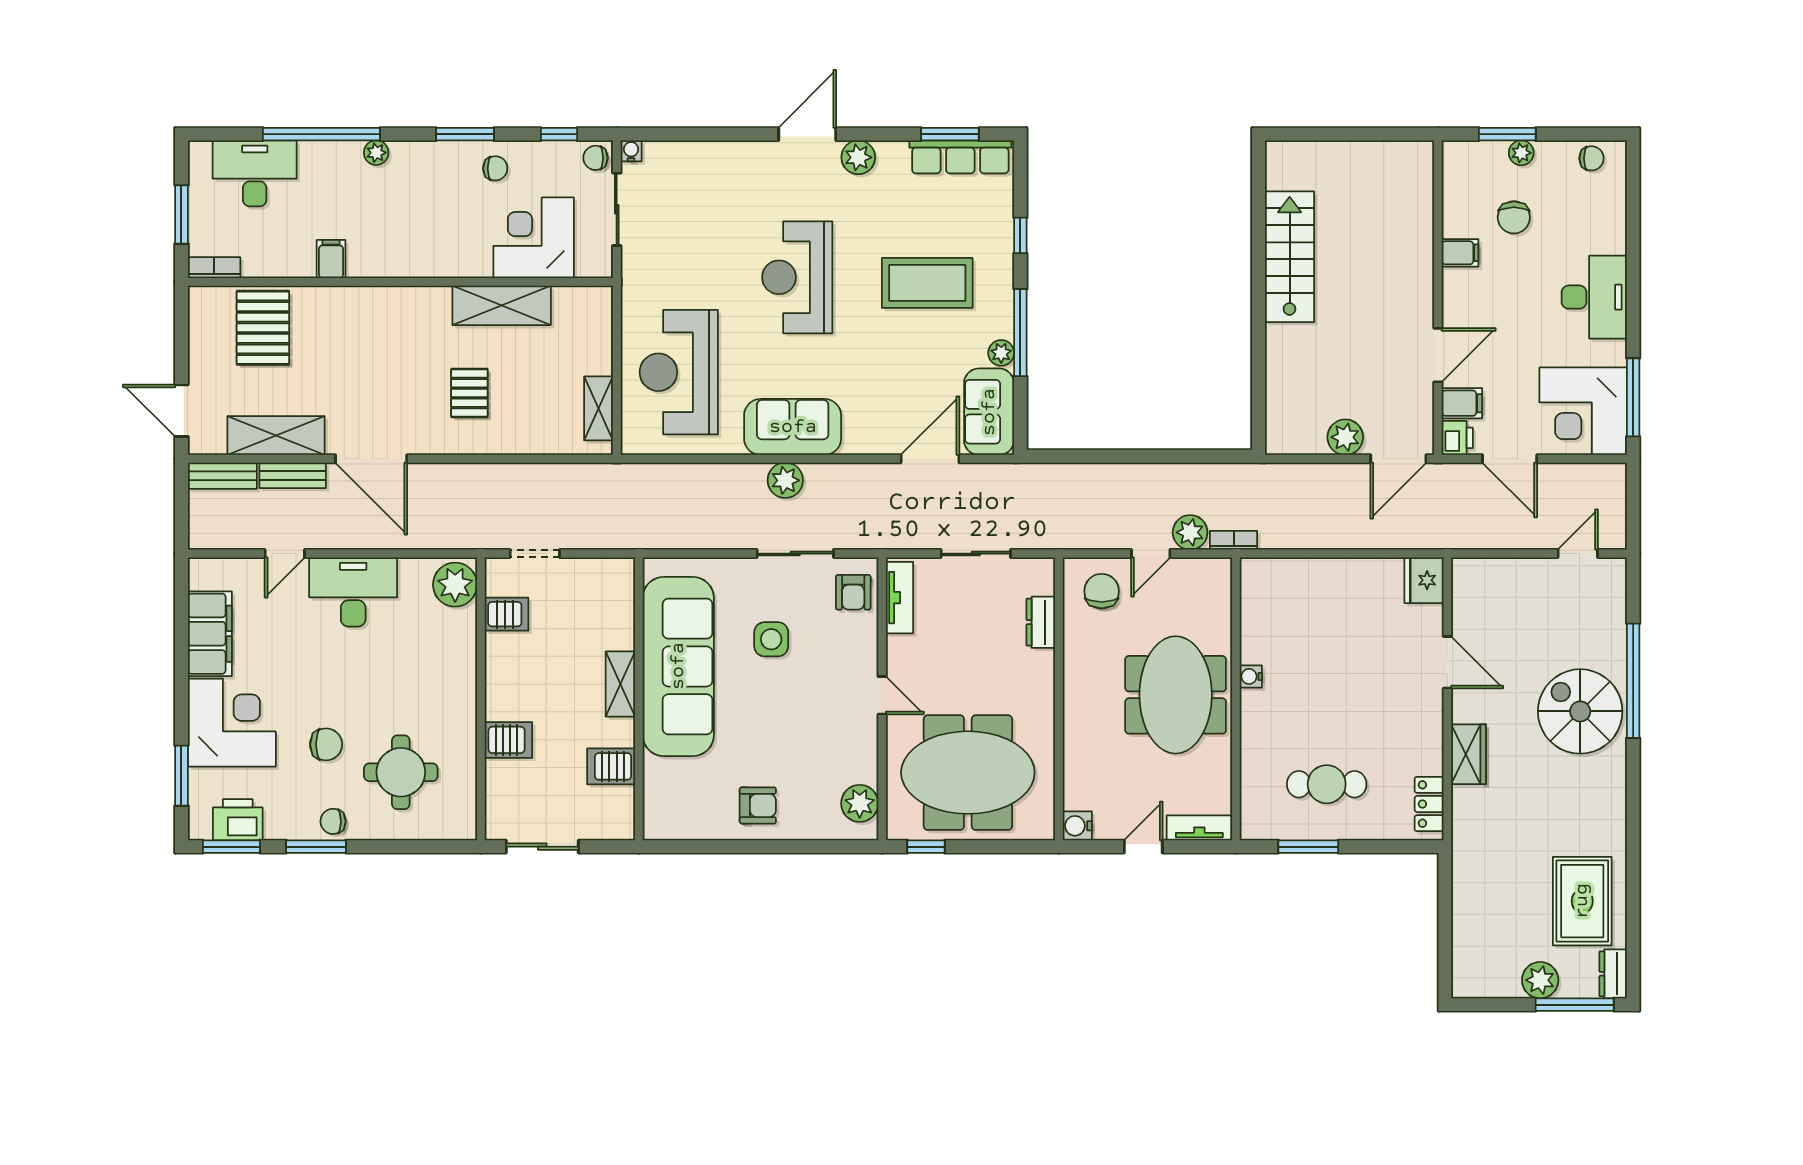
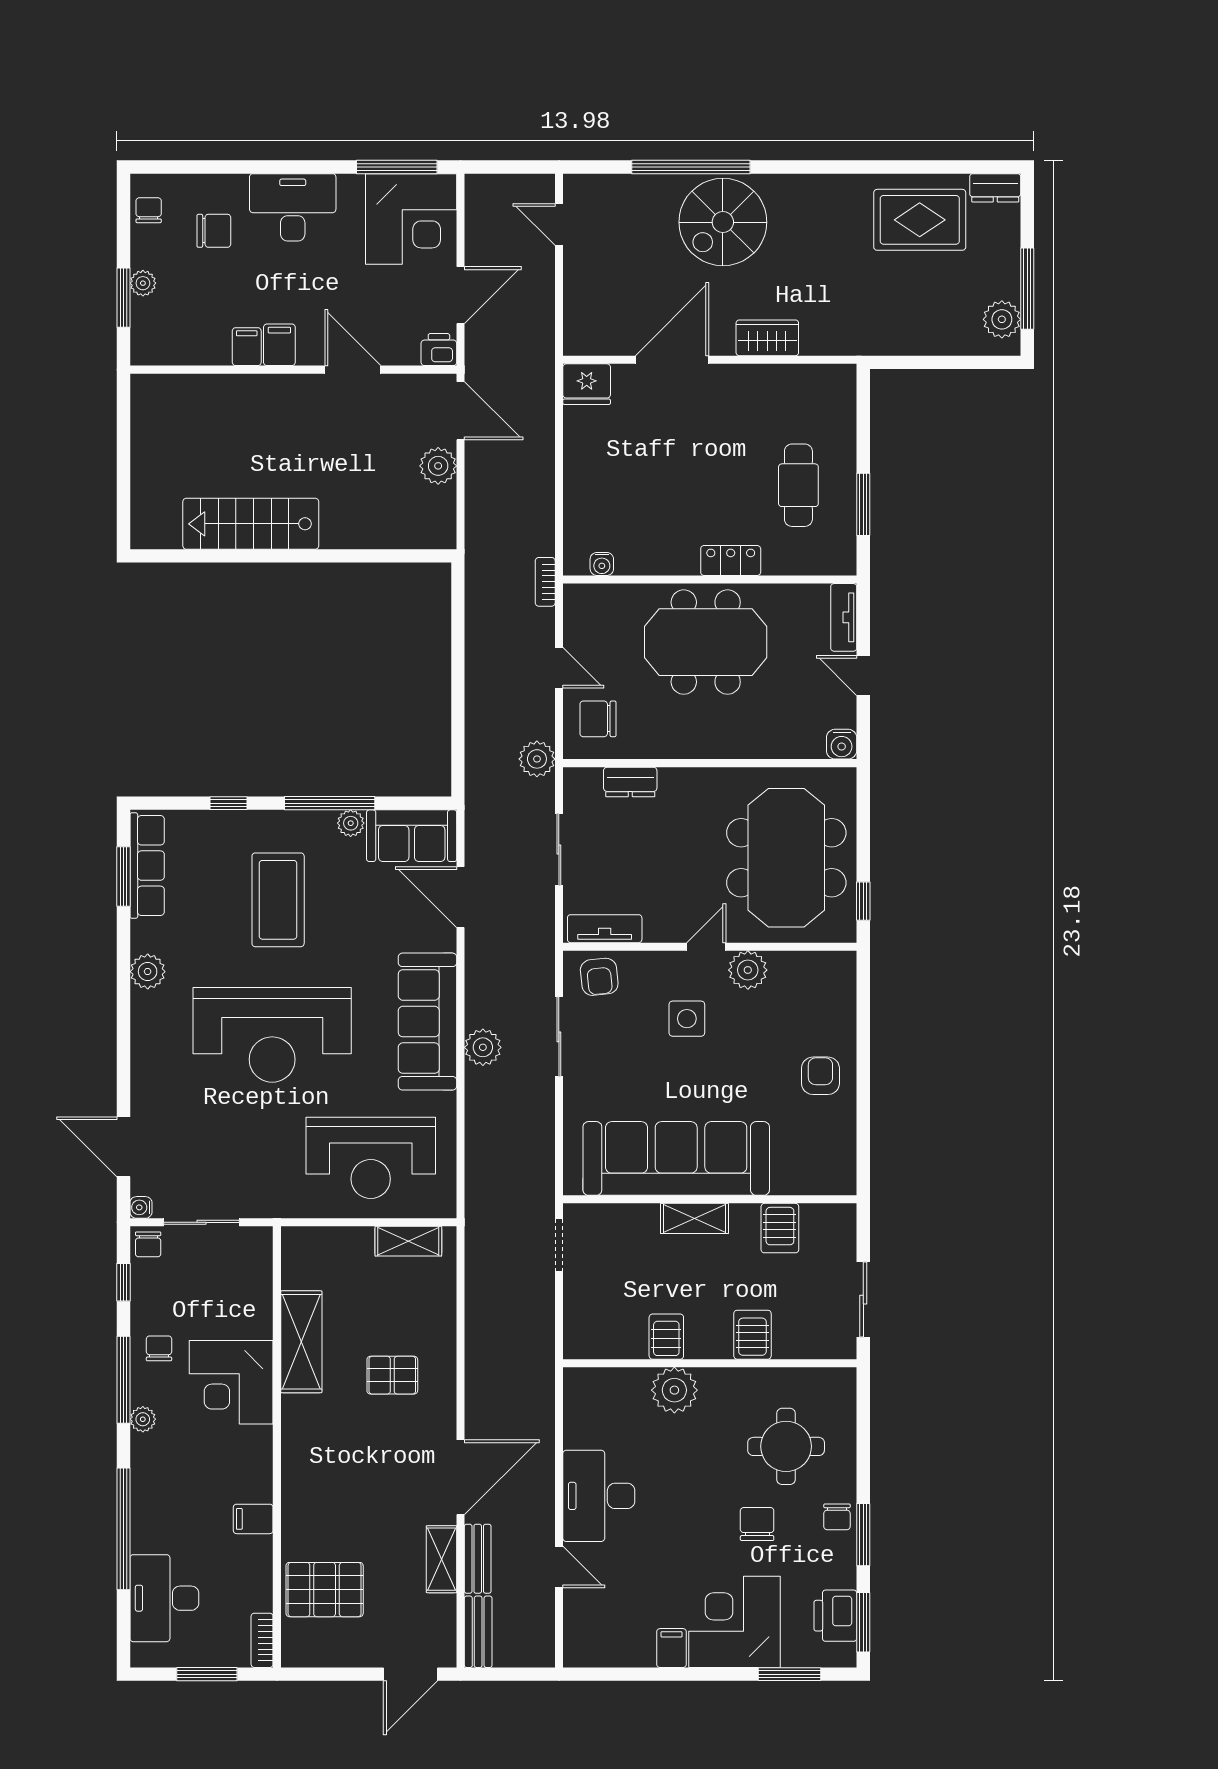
window: (465, 134) -> (123, 1380), width x1.44
door: (807, 134) -> (123, 1147), moved
plant: (376, 153) -> (143, 1419), moved
chair: (1514, 217) -> (214, 231), moved
corner desk: (534, 238) -> (231, 1382), moved
reception desk: (797, 277) -> (272, 1035), width x1.36, depth x1.30
filing cabinet: (1462, 403) -> (279, 345), moved
sofa: (793, 427) -> (427, 1022), width x1.36
shelving: (276, 436) -> (441, 1559), width x0.67, depth x0.75
plant: (1190, 532) -> (537, 759), moved
doorway: (535, 554) -> (559, 1245), moved
plant: (455, 585) -> (674, 1390), moved
armchair: (853, 592) -> (599, 977), turned 84
server rack: (507, 614) -> (666, 1337), moved
filing cabinet: (210, 634) -> (672, 1648), width x0.33, depth x0.86
side table: (771, 639) -> (687, 1019), moved
door: (1447, 662) -> (672, 360), width x1.36
water cooler: (1251, 676) -> (602, 564), moved
plant: (860, 803) -> (748, 970), moved
locker: (1429, 804) -> (731, 560), moved, turned 180
plant: (1540, 980) -> (1002, 319), moved
window: (1575, 1005) -> (1027, 289), moved

